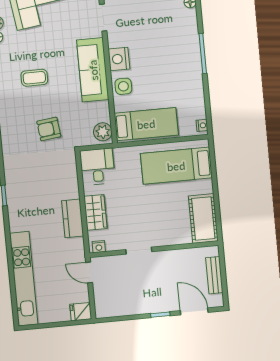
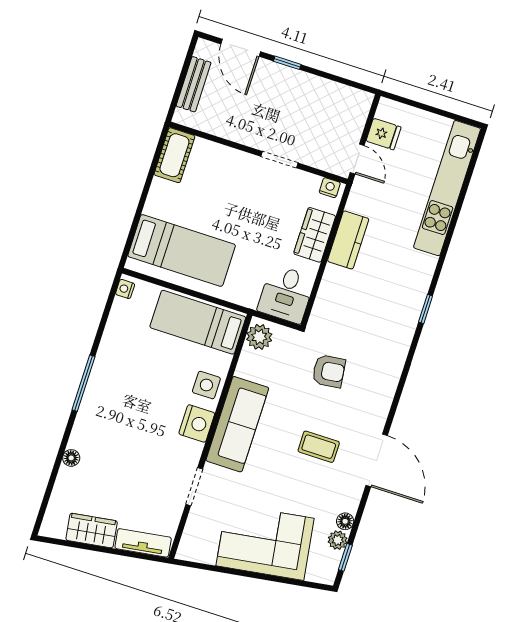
cot: (203, 219) -> (174, 155), width x0.73, depth x0.75
fridge: (81, 312) -> (384, 134), moved

